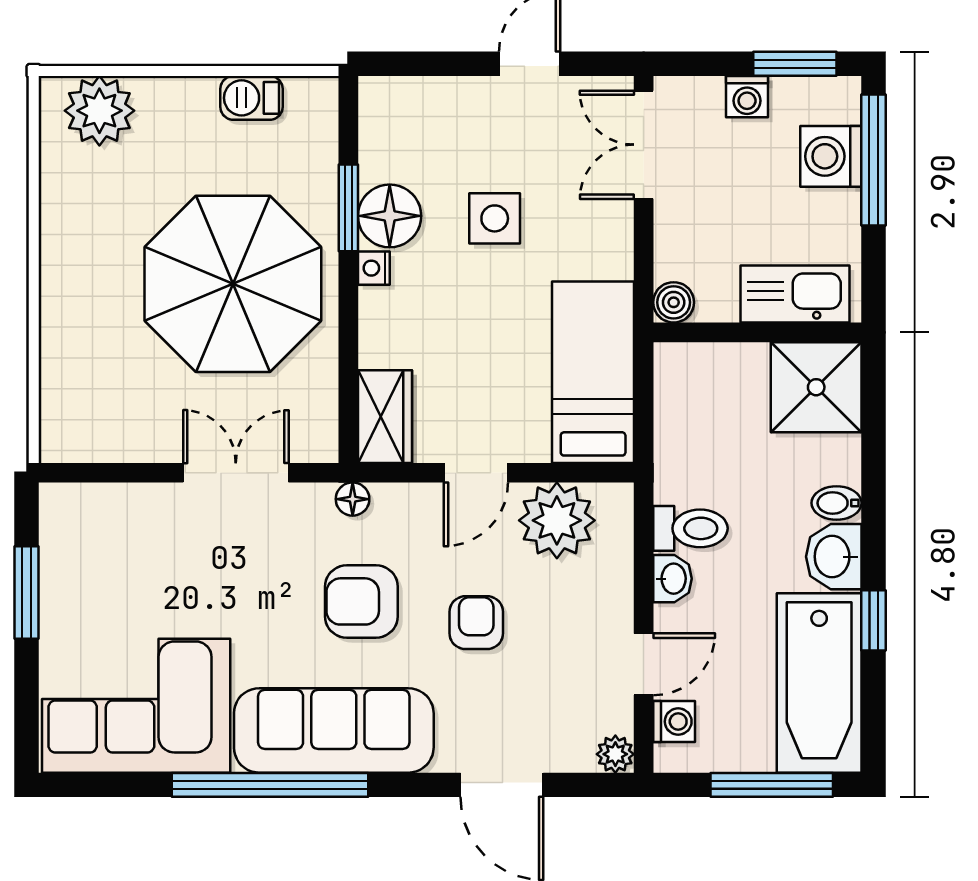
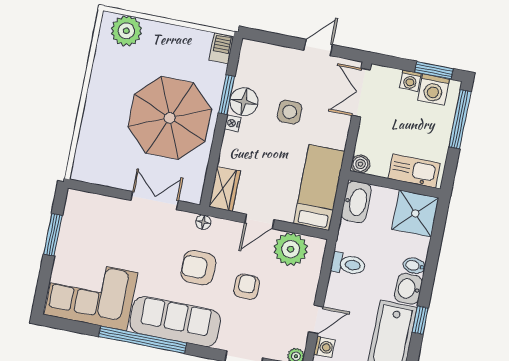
barbecue: (252, 98) -> (221, 48), moved, turned 90
washing machine: (831, 156) -> (433, 90), moved, turned -90
washbasin: (672, 579) -> (356, 202), moved, width x1.91, depth x1.45

